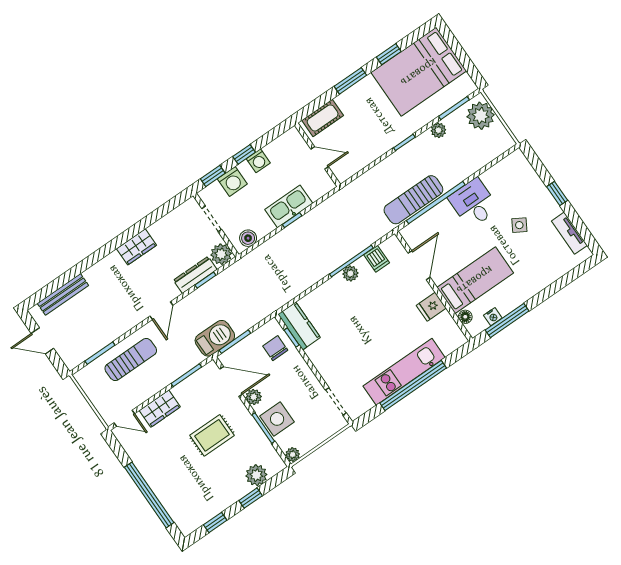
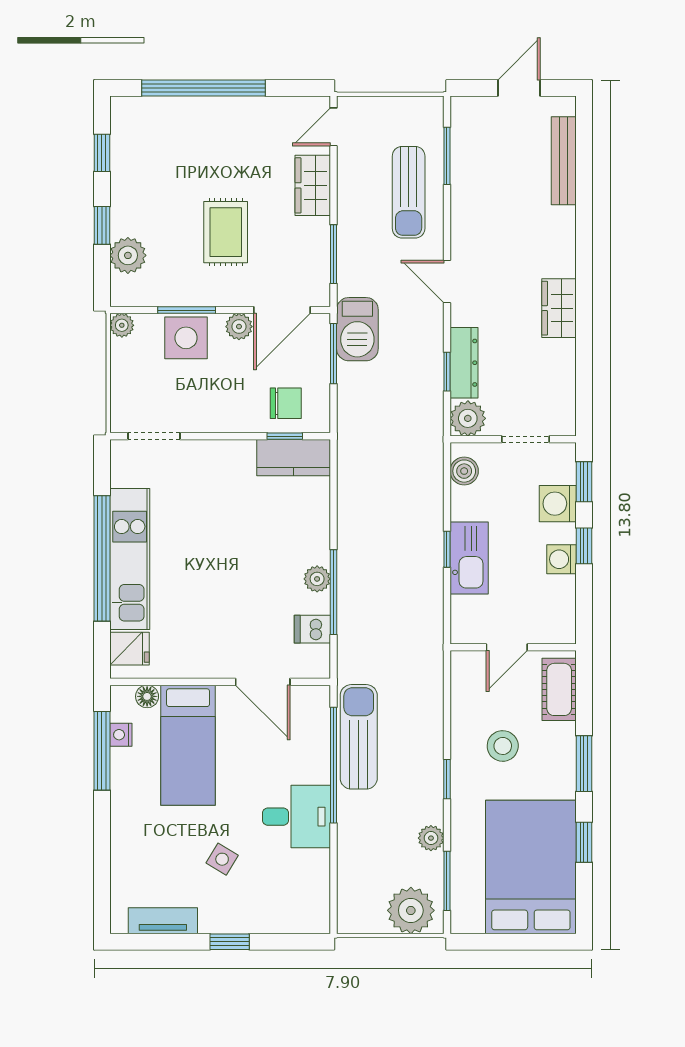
stool: (369, 126) -> (503, 746), added
fridge: (431, 307) -> (129, 649), moved, turned 90

